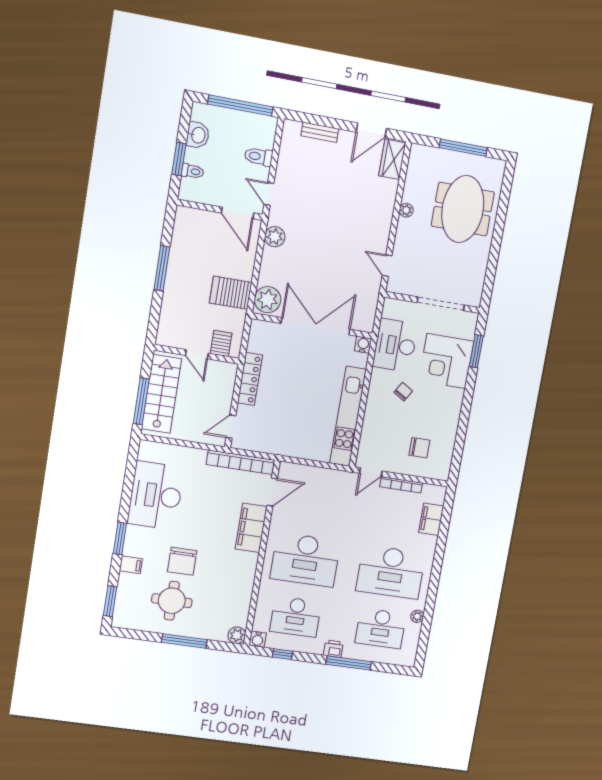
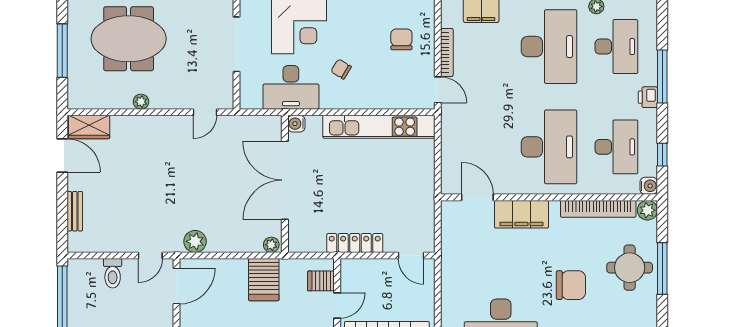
plant: (268, 300) -> (271, 245), width x0.53, depth x0.53
bookcase: (240, 462) -> (598, 209), moved, turned 90
round table: (172, 601) -> (630, 268), moved

